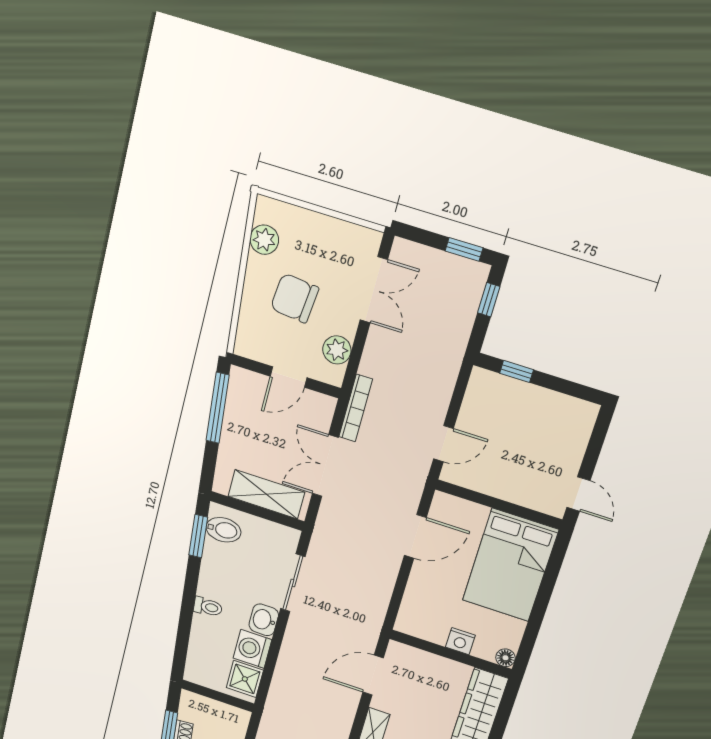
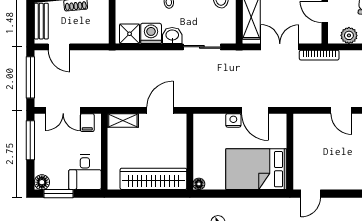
door: (443, 444) -> (341, 110), moved
nightstand: (460, 641) -> (233, 120), moved, turned 90
door: (373, 675) -> (160, 110), hinge flipped

